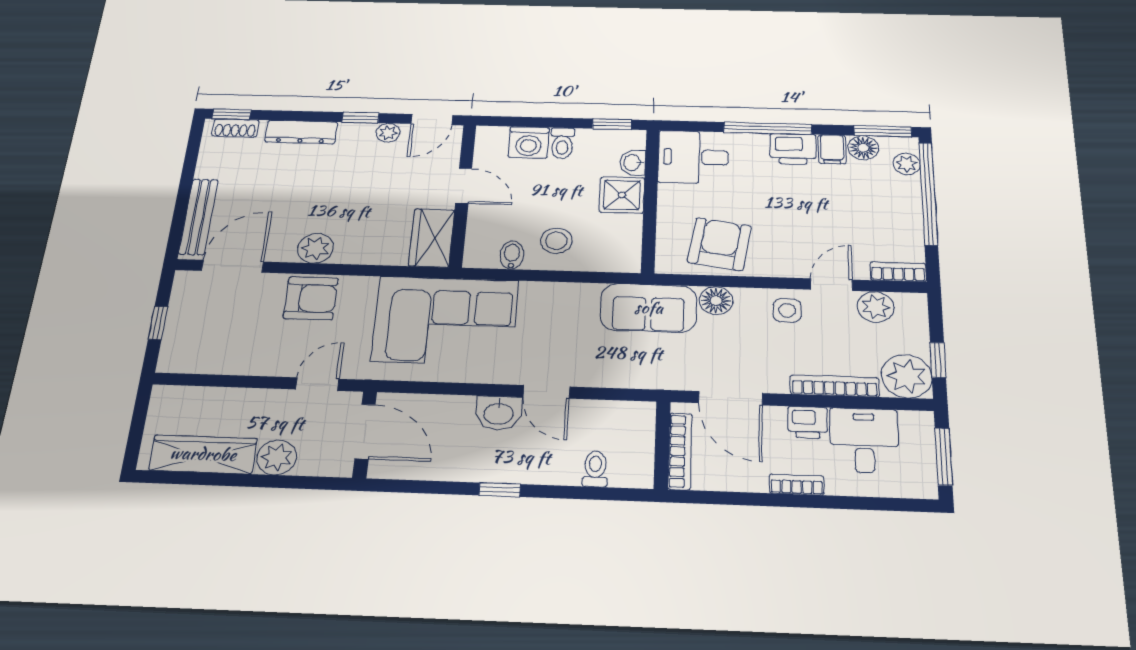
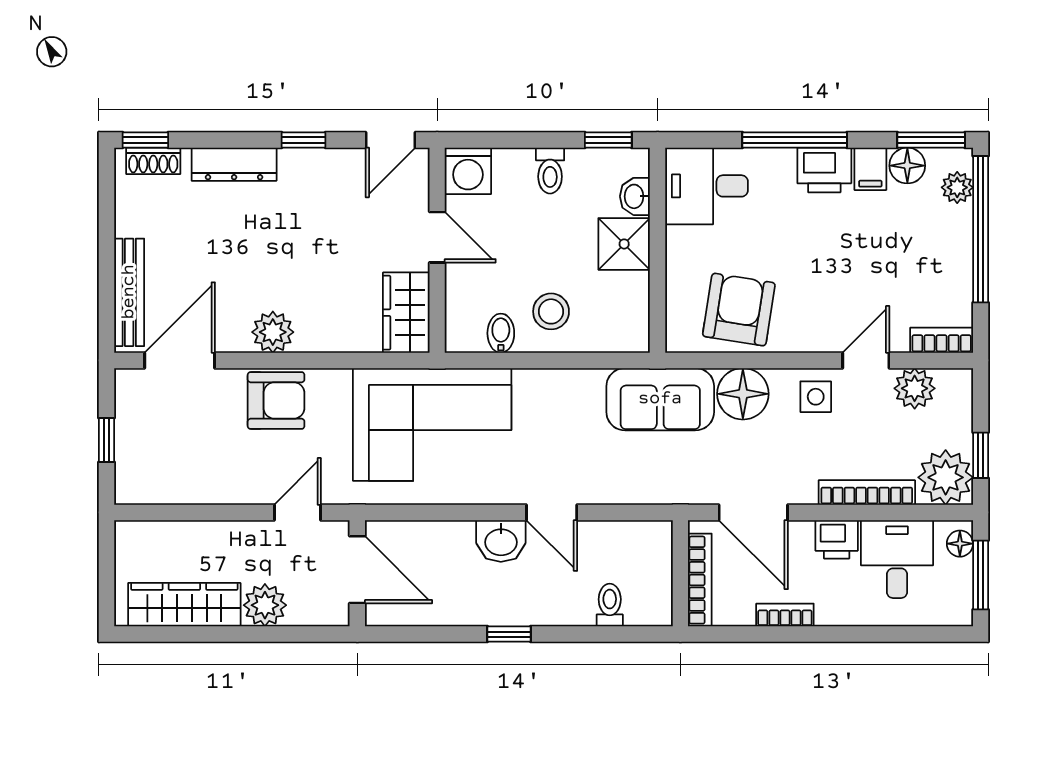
plant: (388, 133) -> (339, 162), removed
washing machine: (529, 143) -> (468, 171), moved
floor lamp: (716, 301) -> (743, 394), width x1.38, depth x1.38
floor lamp: (923, 430) -> (960, 544), added
bookcase: (797, 485) -> (785, 615), moved

